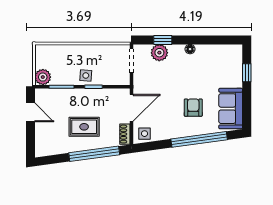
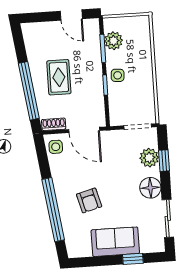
sliding door: (213, 40) -> (168, 218), added
floor lamp: (190, 49) -> (150, 188), width x1.89, depth x1.89
plant: (43, 77) -> (113, 41), moved
armchair: (193, 108) -> (89, 200), turned 75
sofa: (231, 109) -> (115, 242), moved
door: (30, 112) -> (71, 15), hinge flipped

